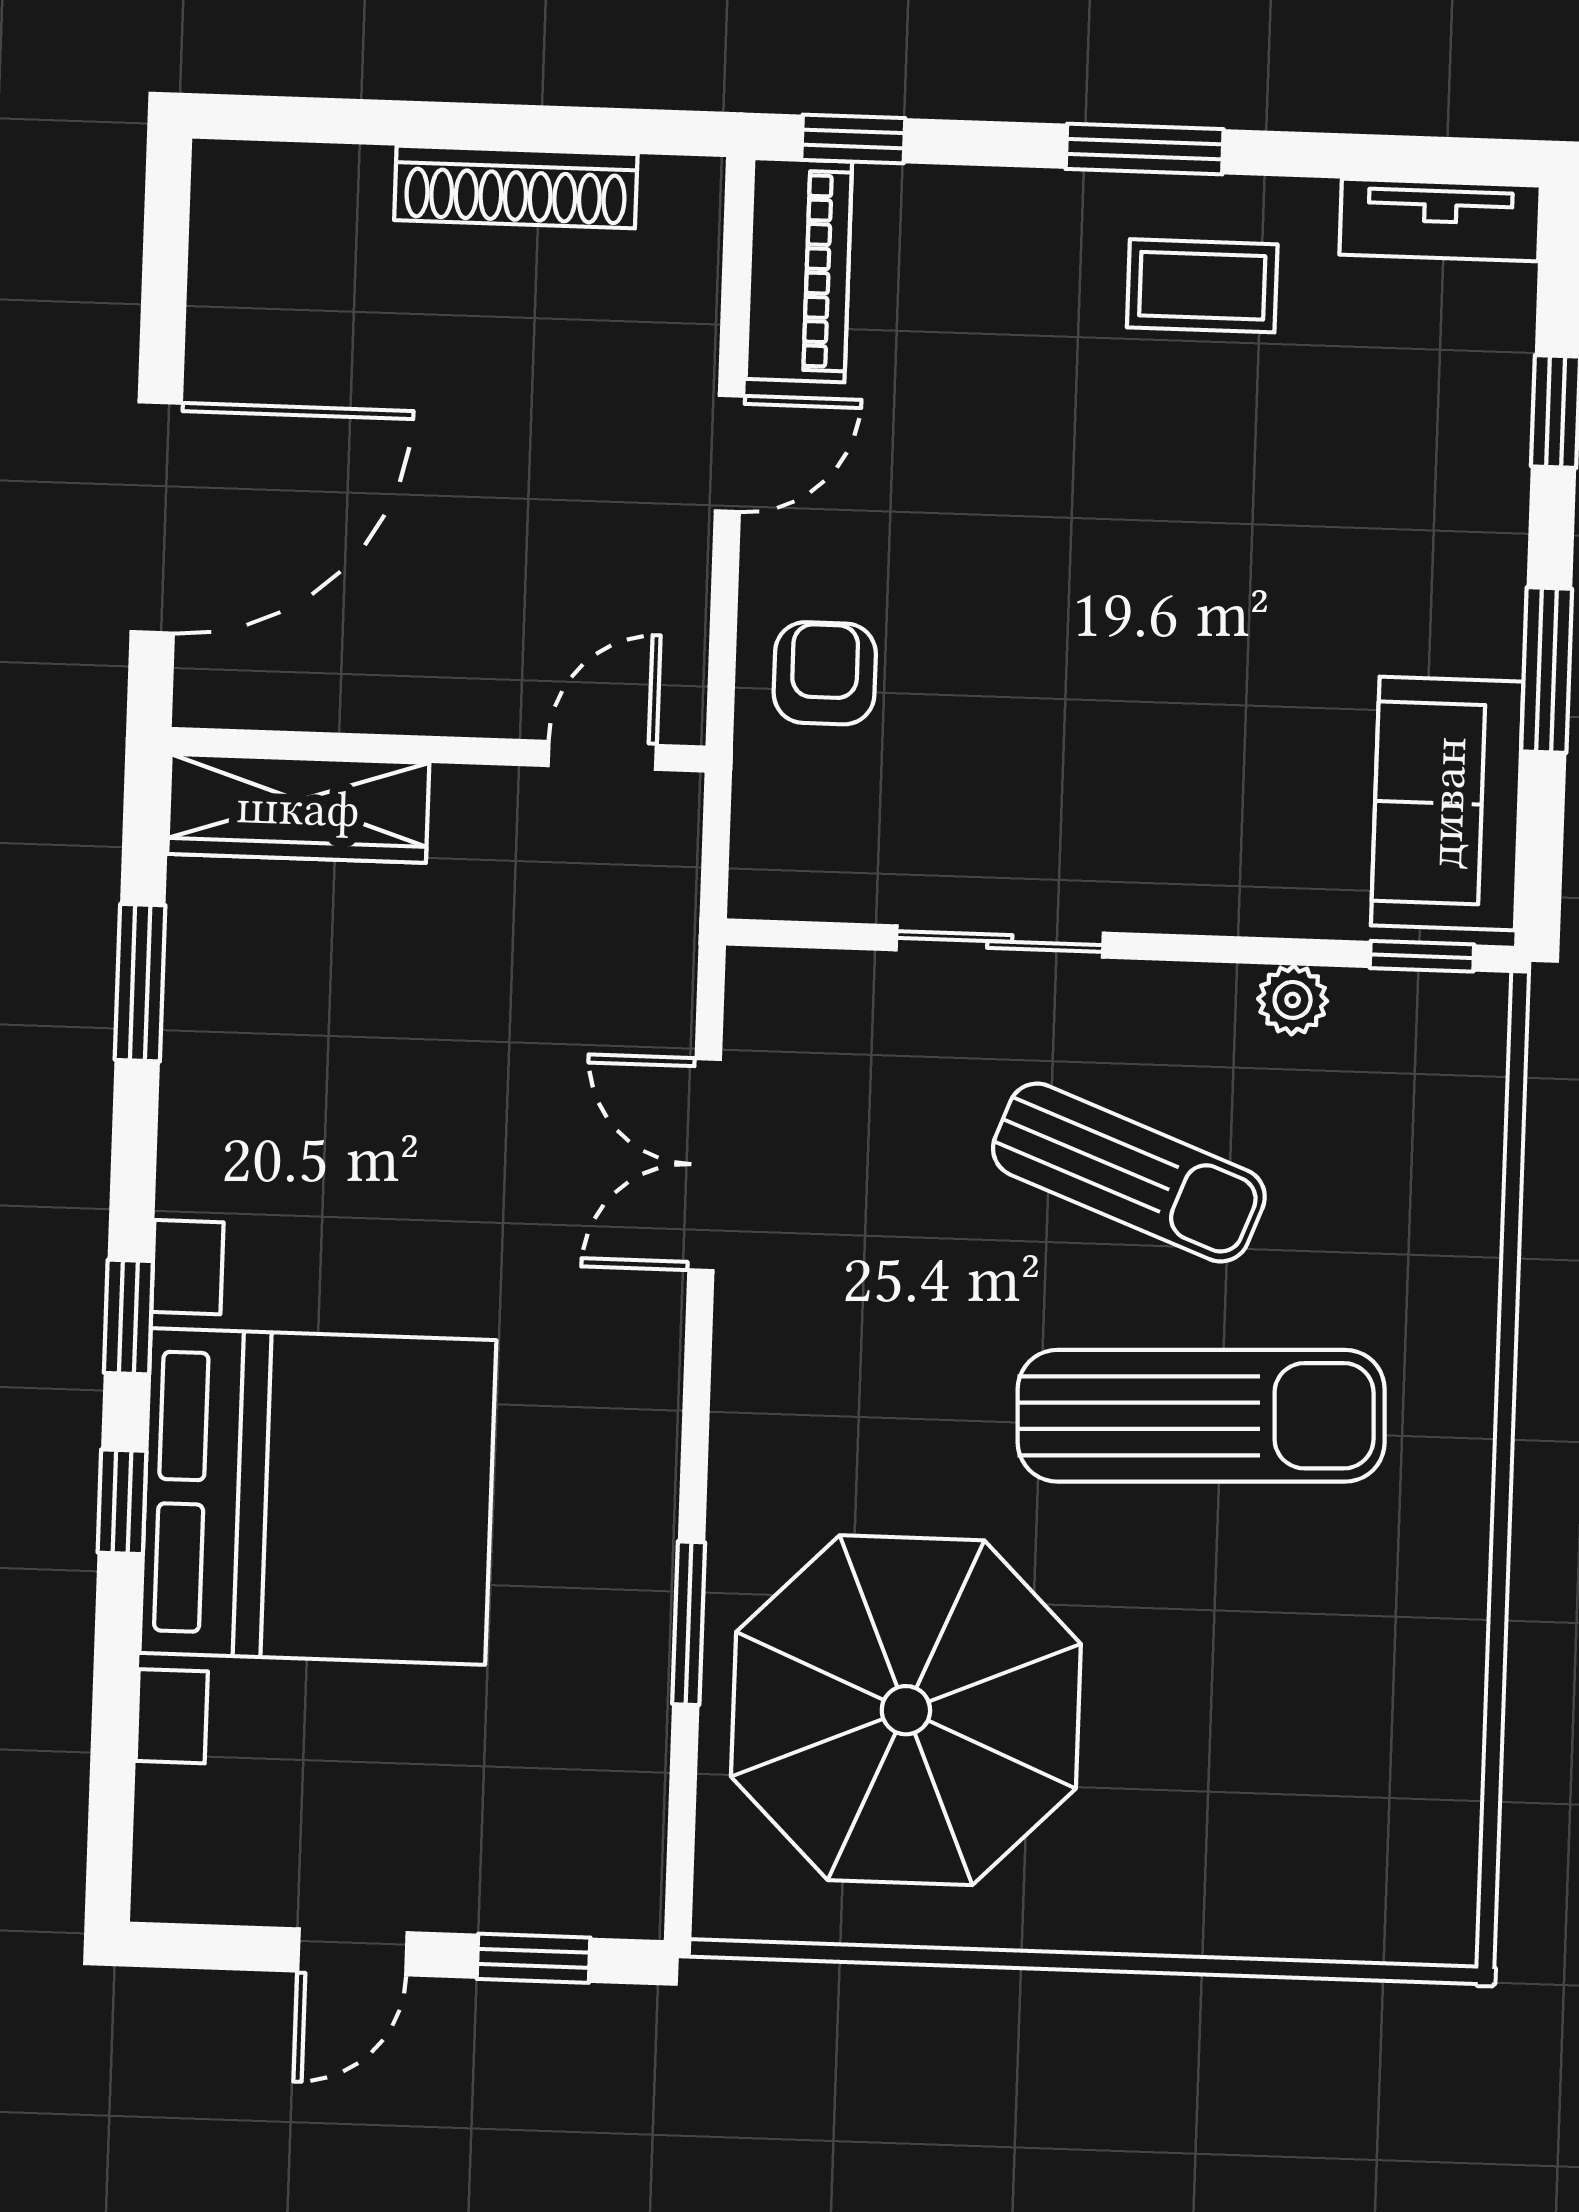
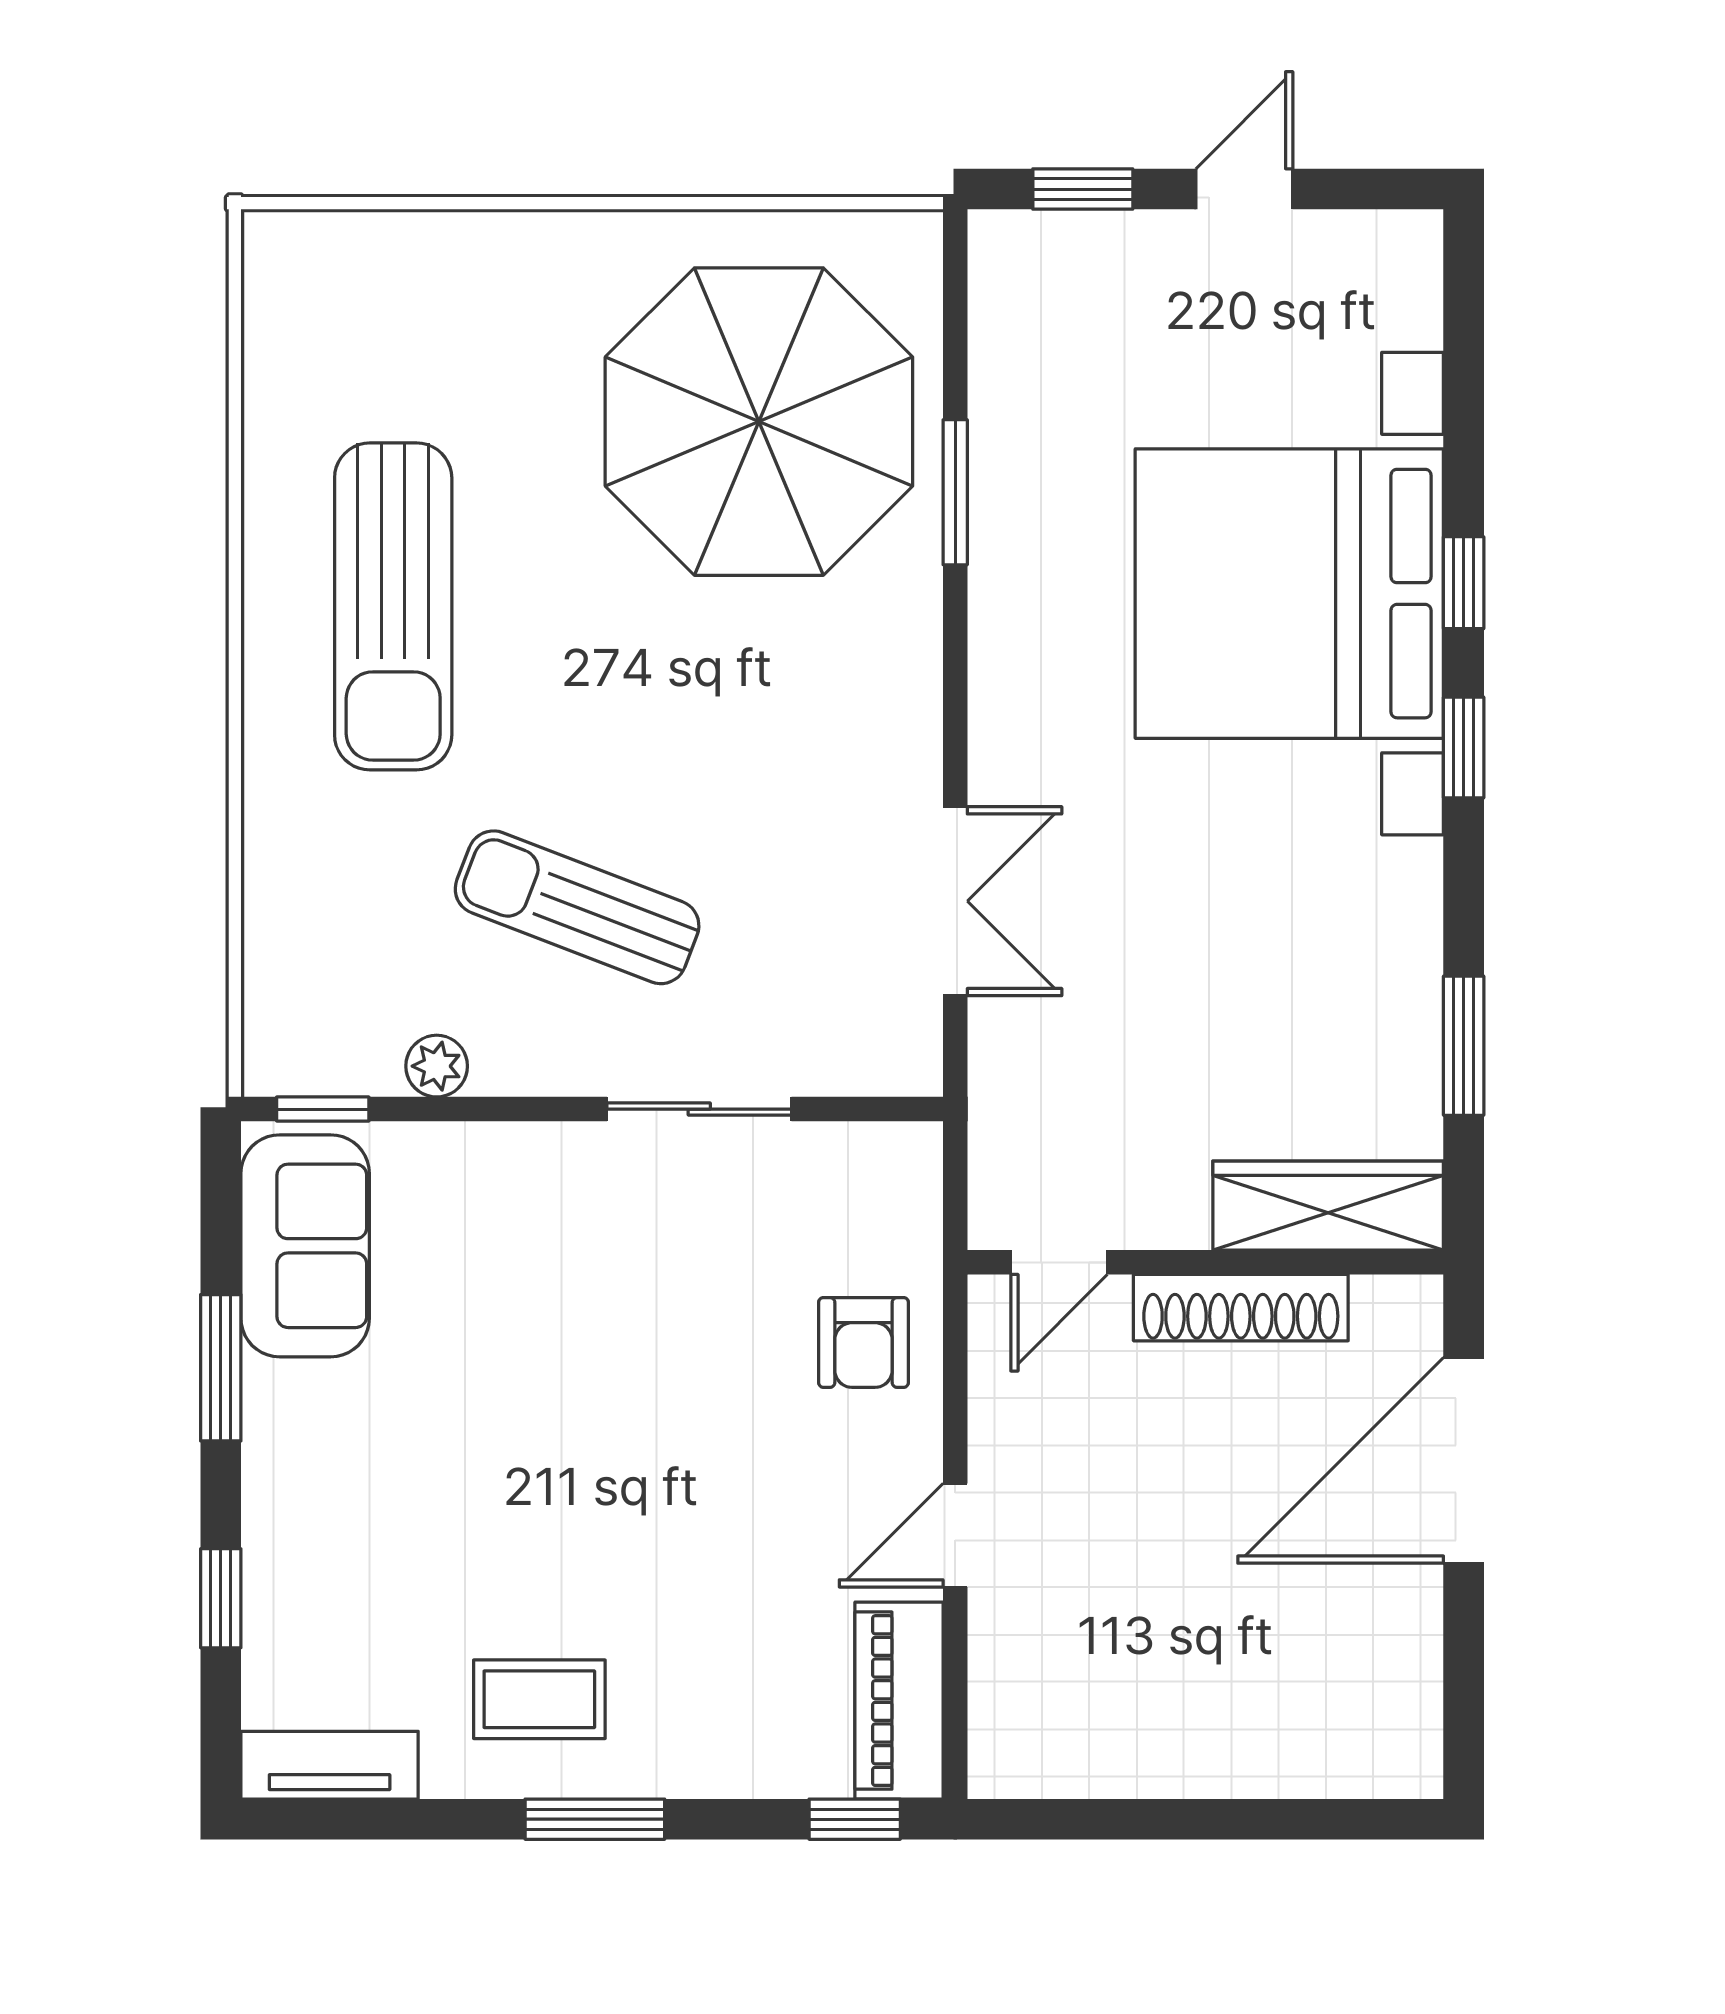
shoe rack: (516, 187) -> (1241, 1308), moved, turned 180
sun lounger: (1201, 1416) -> (393, 606), moved, turned -88

